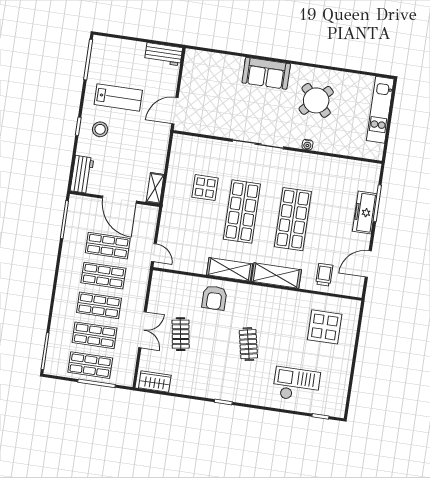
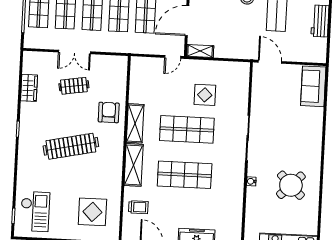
workbench: (164, 54) -> (320, 21), moved
sofa: (266, 73) -> (313, 86), moved
door: (154, 253) -> (173, 57), moved
armchair: (214, 298) -> (109, 112), turned 90
clothes rail: (248, 344) -> (71, 146), width x1.86, depth x1.31
wardrobe: (155, 382) -> (29, 88), moved
checkout: (296, 385) -> (35, 212), moved

